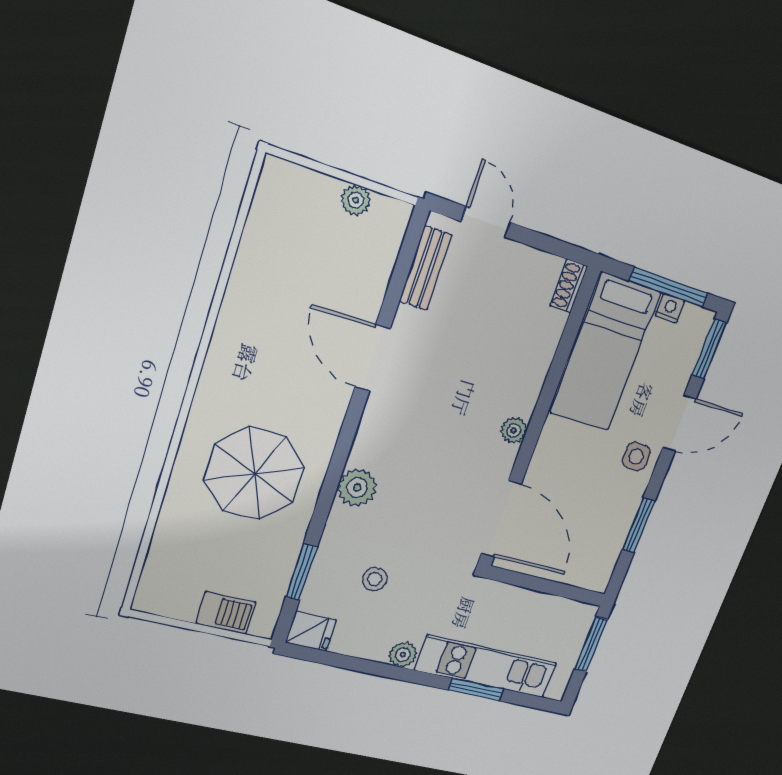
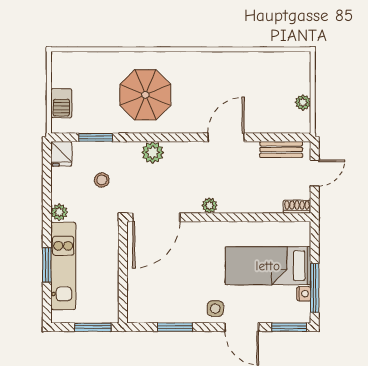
shoe rack: (569, 286) -> (297, 207), moved
wall: (538, 421) -> (219, 217), moved
plant: (514, 430) -> (209, 205), moved
door: (501, 519) -> (156, 217), moved

